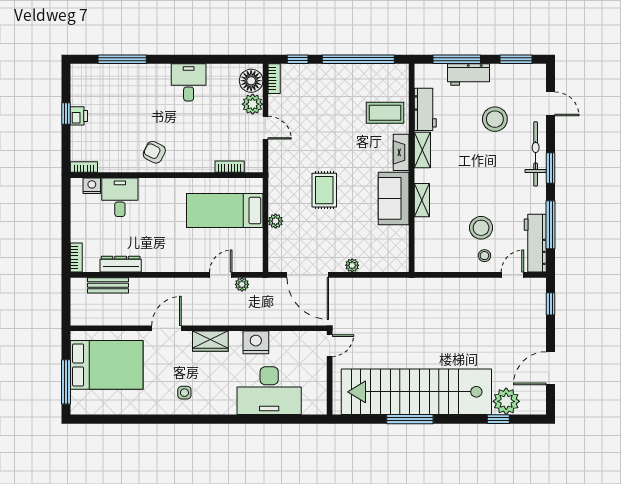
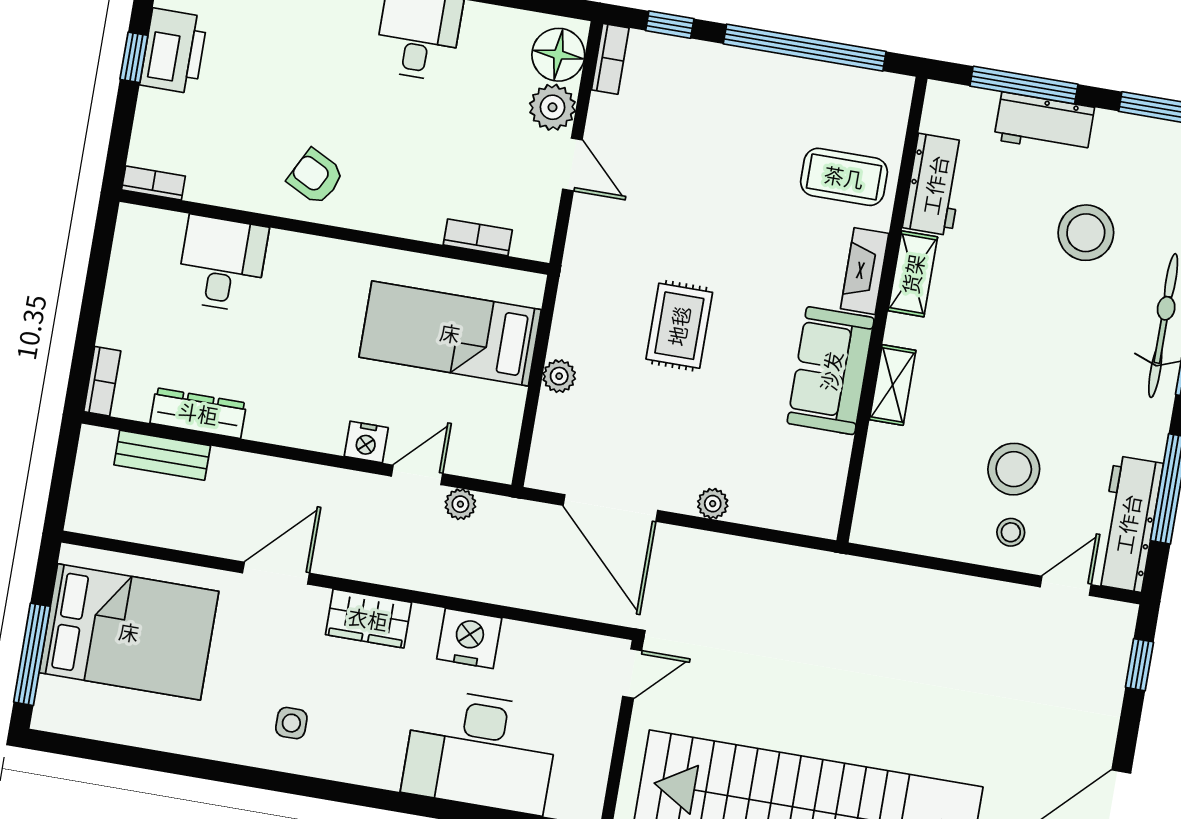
printer: (79, 116) -> (174, 51), width x1.87, depth x1.48
nightstand: (92, 186) -> (366, 442), moved, turned 180

